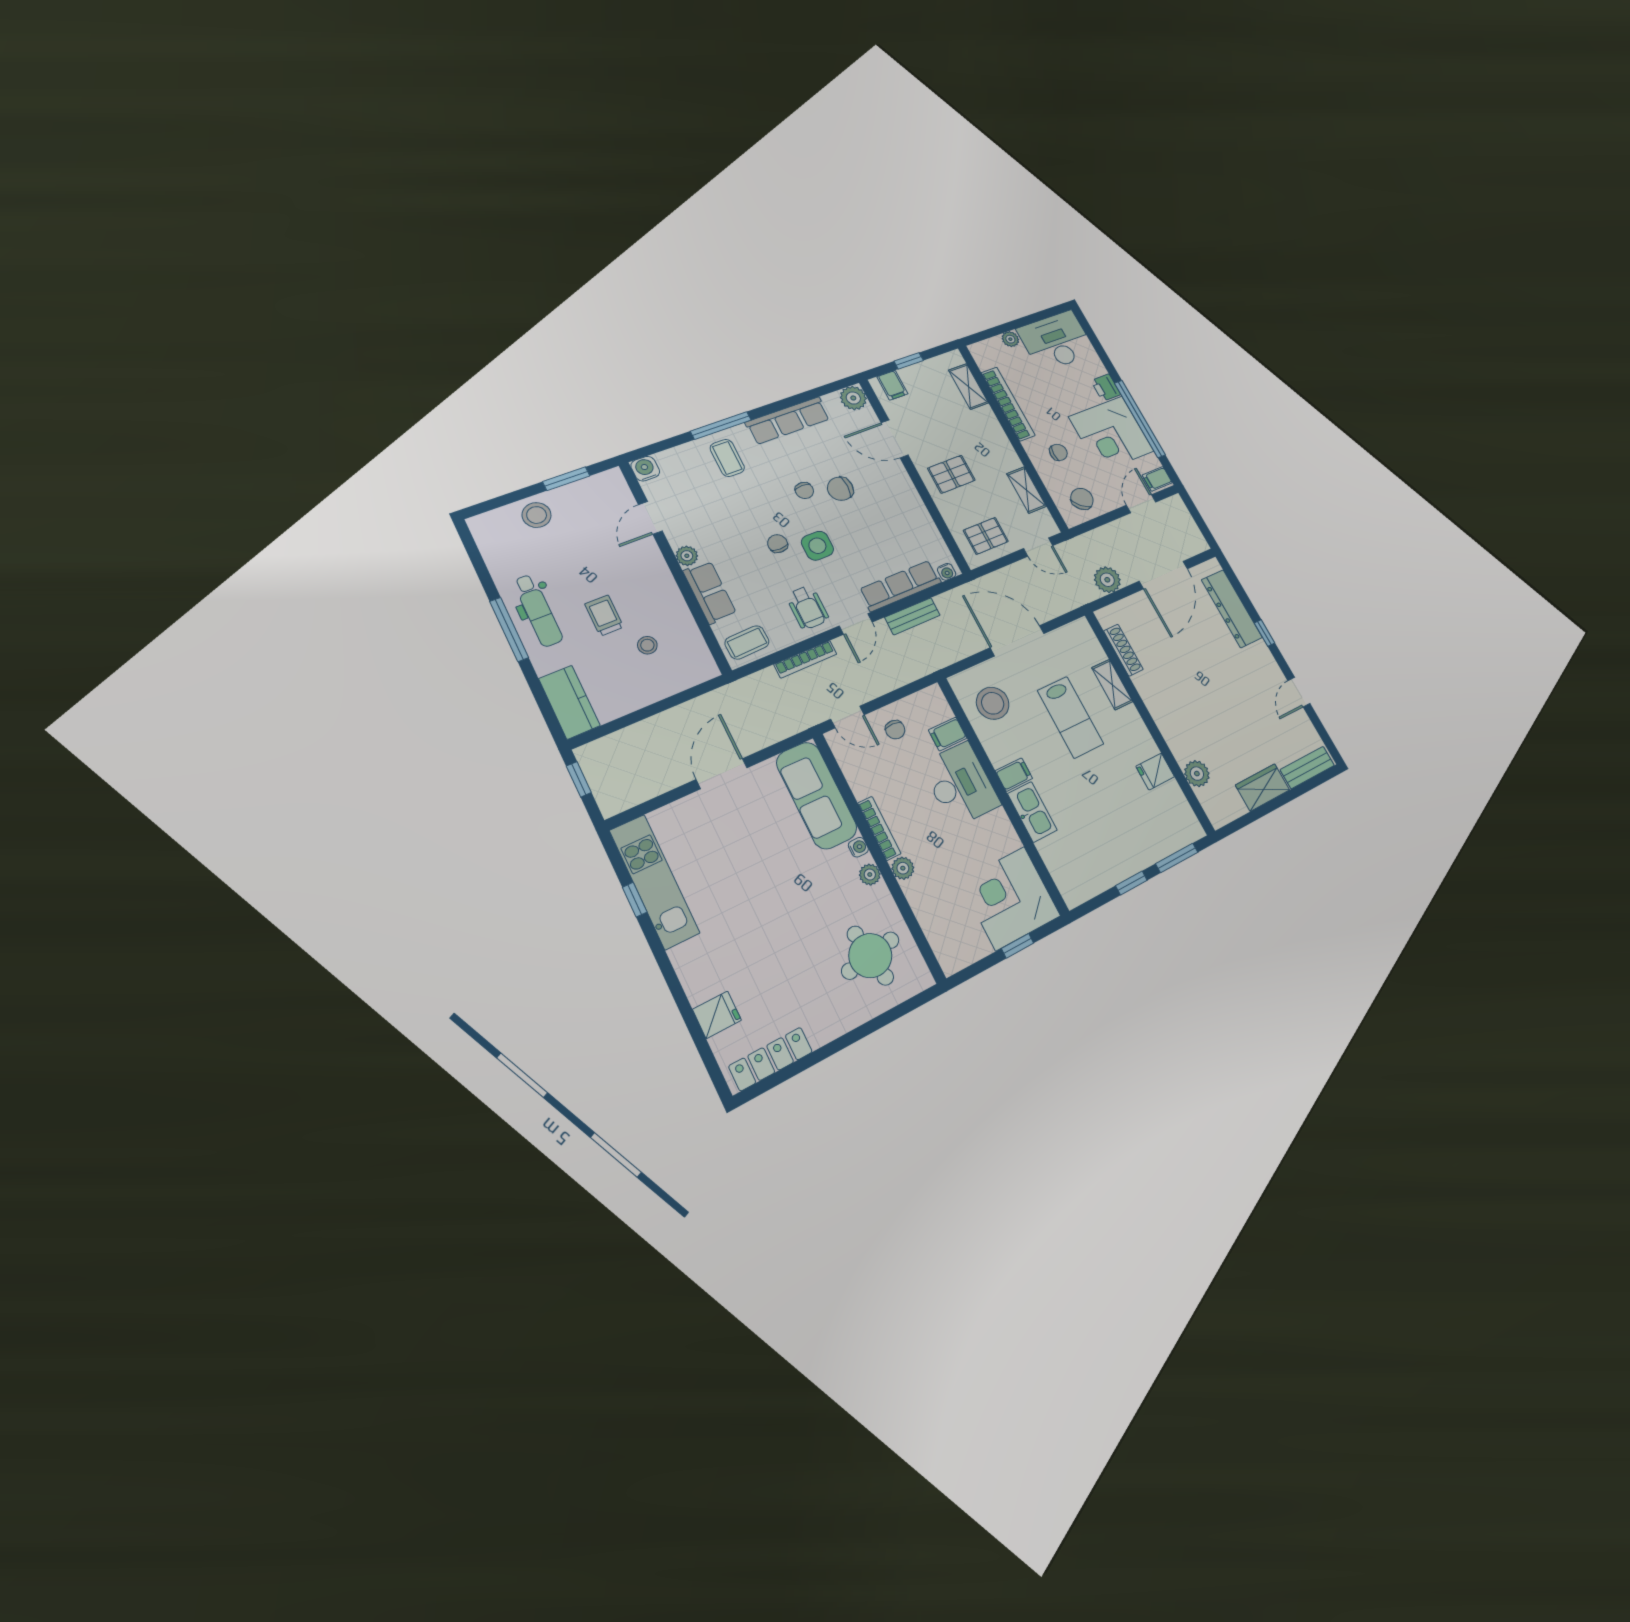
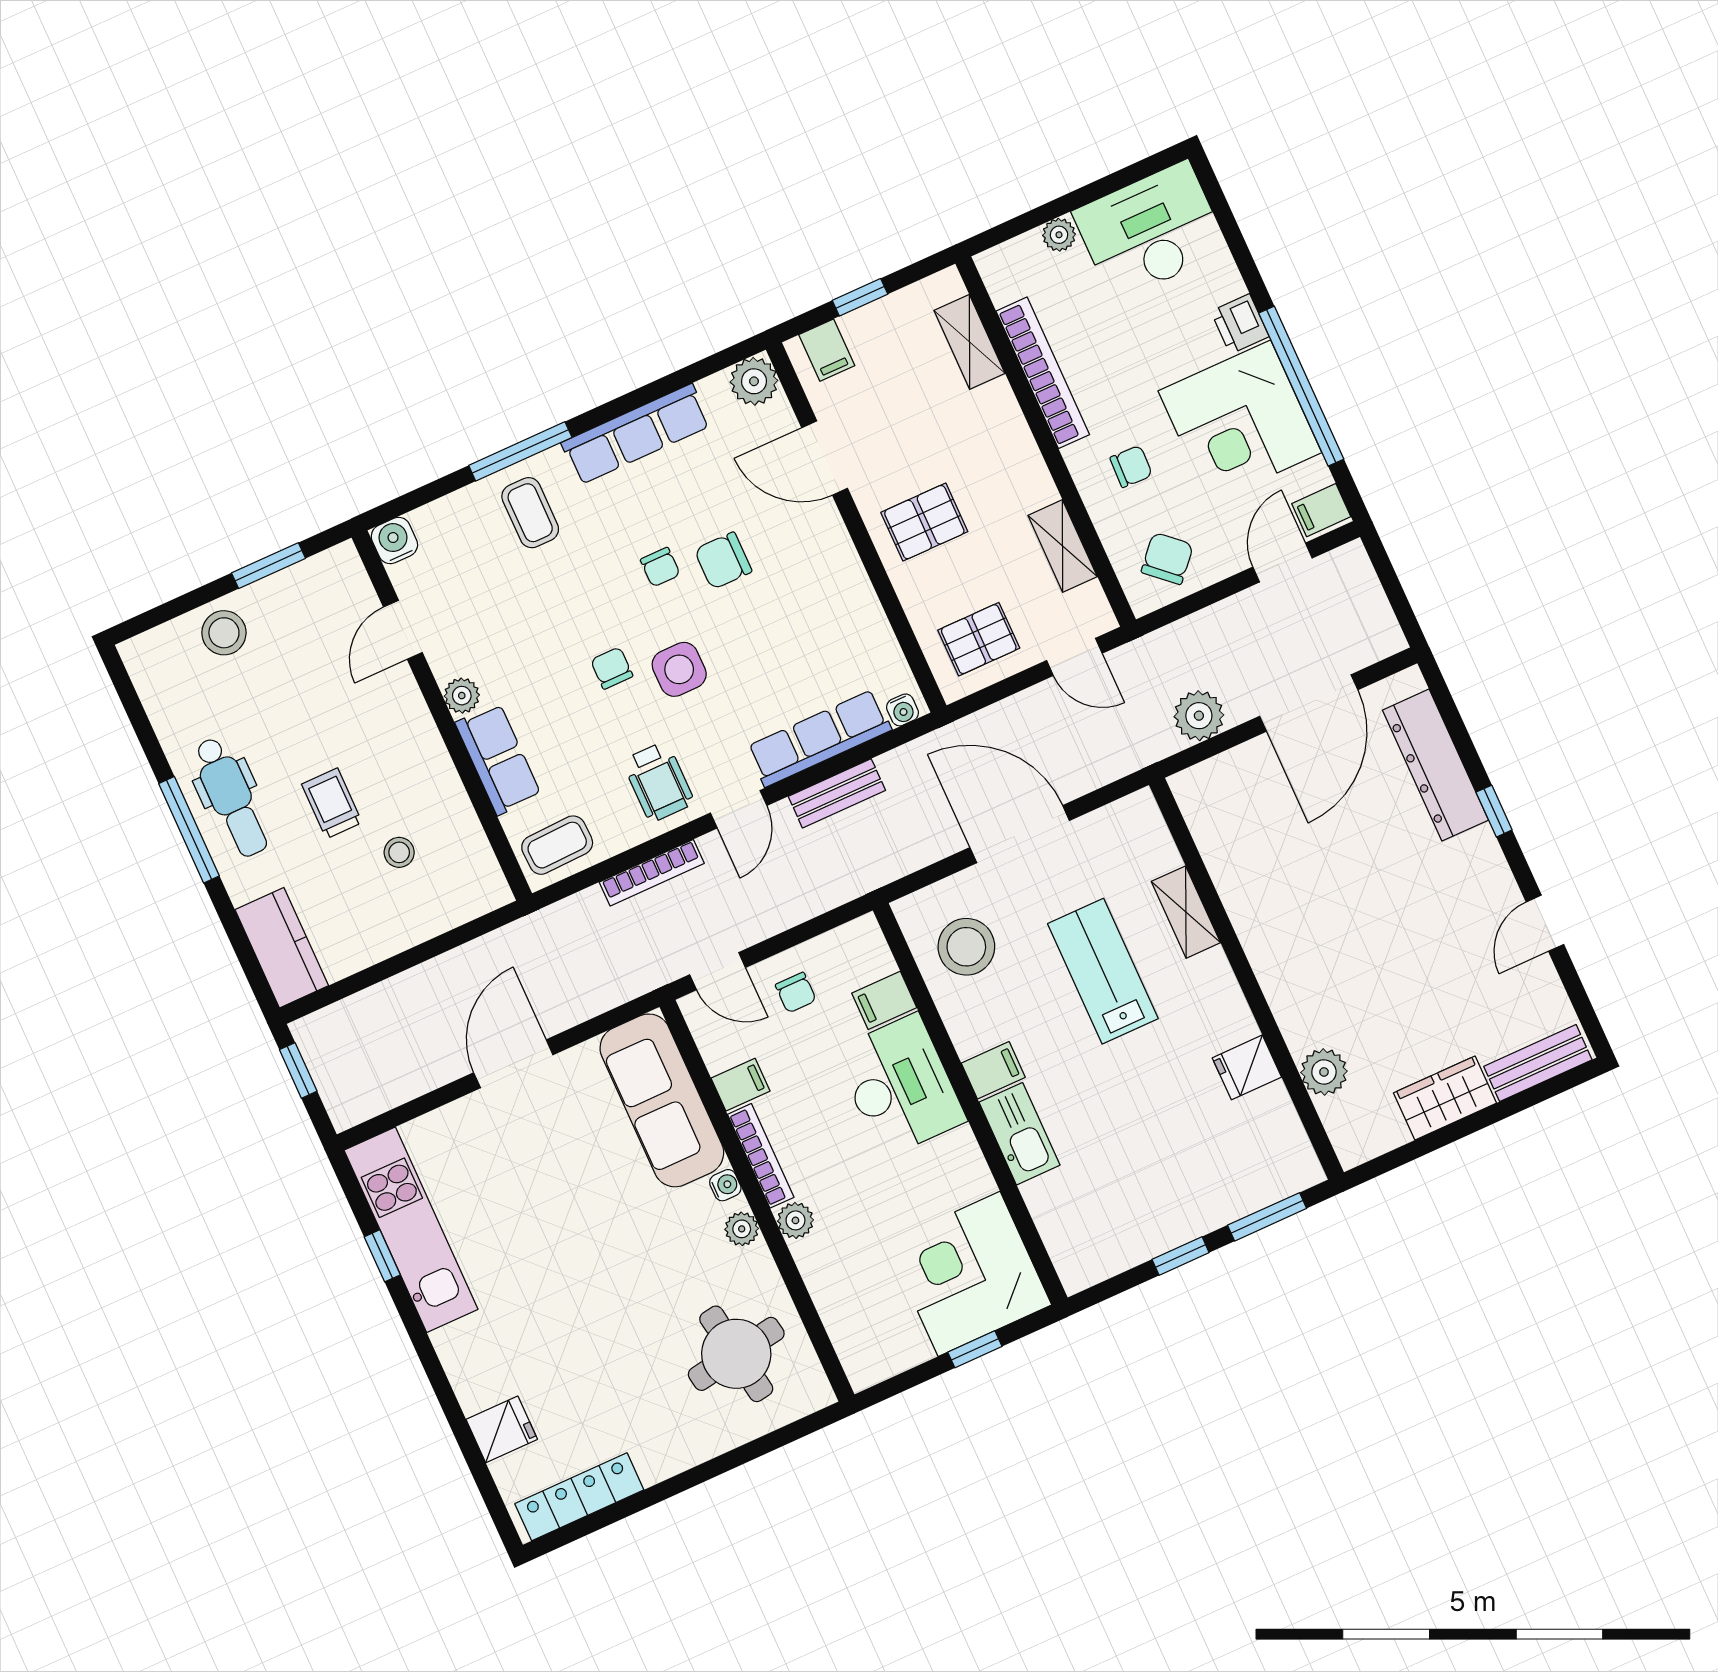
shoe rack: (1123, 650) -> (1214, 848), removed
lab bench: (1070, 717) -> (1103, 971), turned 180
filing cabinet: (865, 785) -> (740, 1085), added

